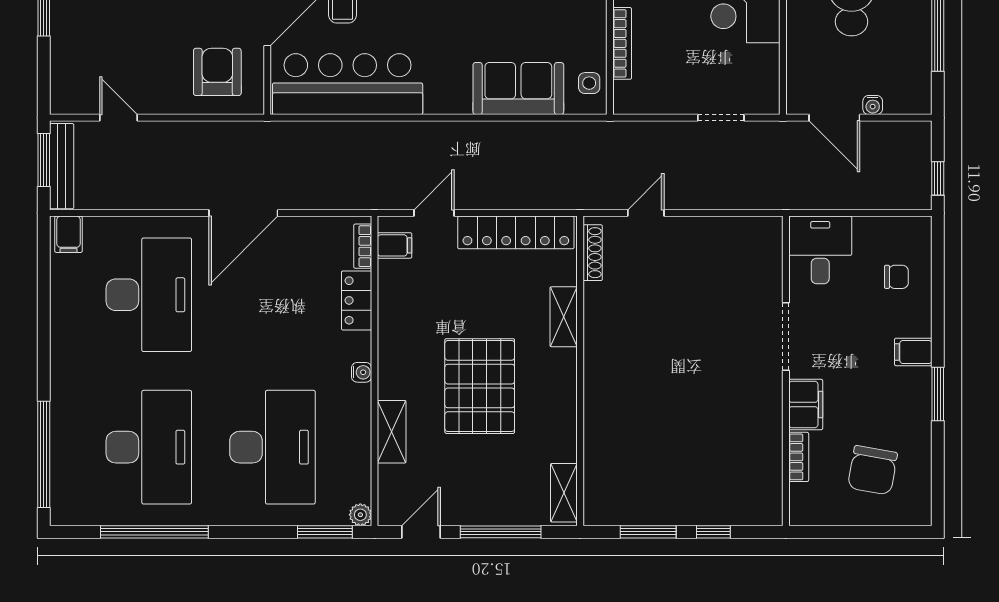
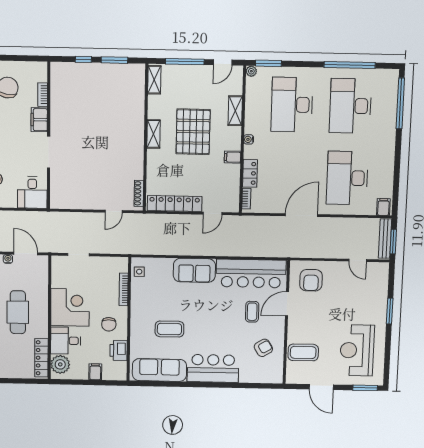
sofa: (518, 89) -> (194, 270), moved
filing cabinet: (395, 245) -> (233, 157), moved
shelving: (564, 317) -> (153, 134), moved

